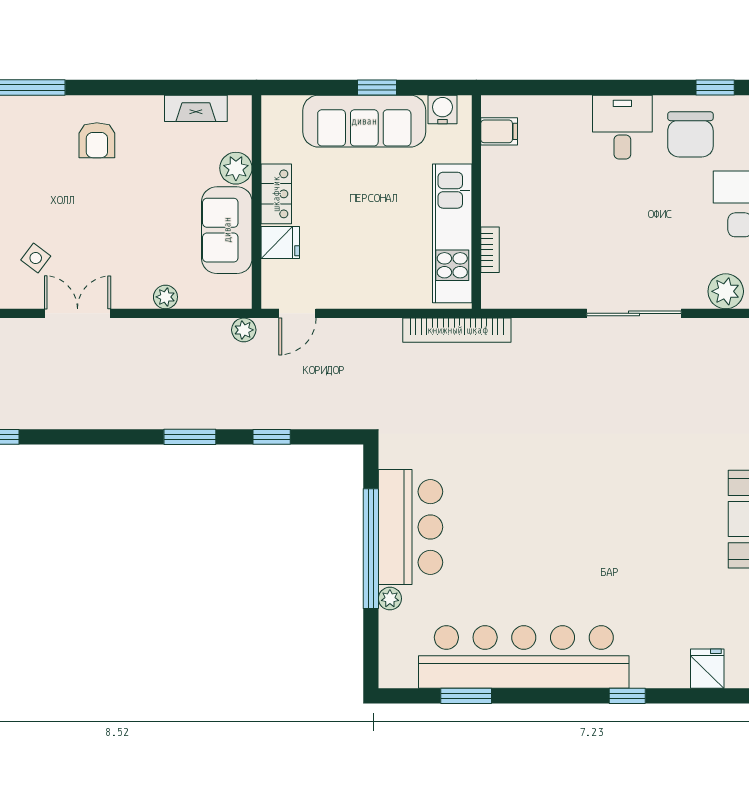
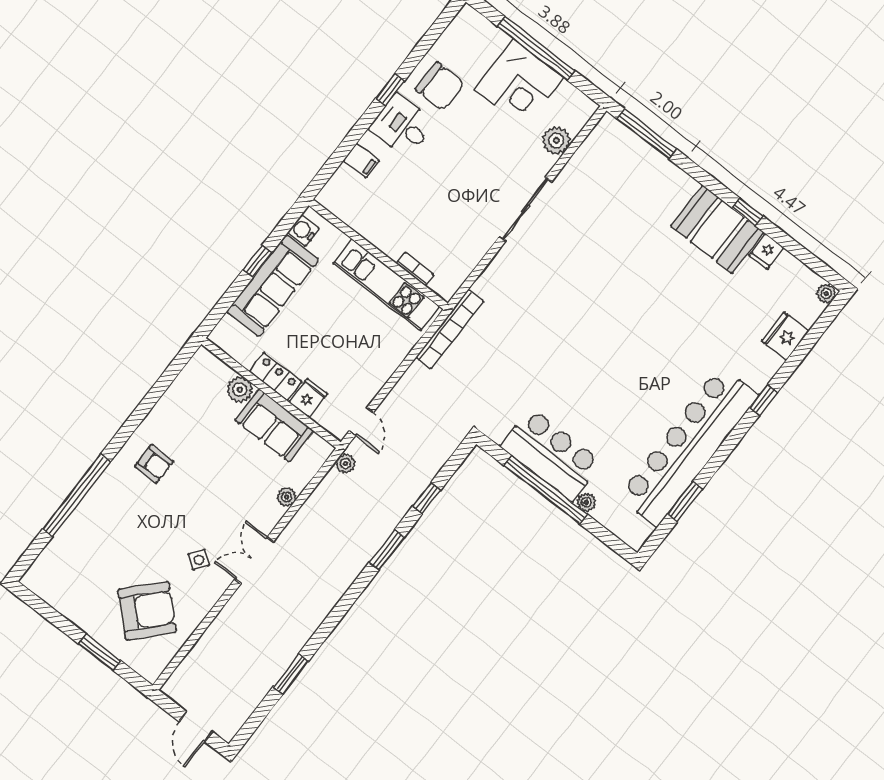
window: (715, 88) -> (390, 90), moved
fireplace: (196, 108) -> (182, 386), removed
filing cabinet: (499, 131) -> (361, 161), moved, turned 90
fridge: (707, 669) -> (785, 336), width x1.38

